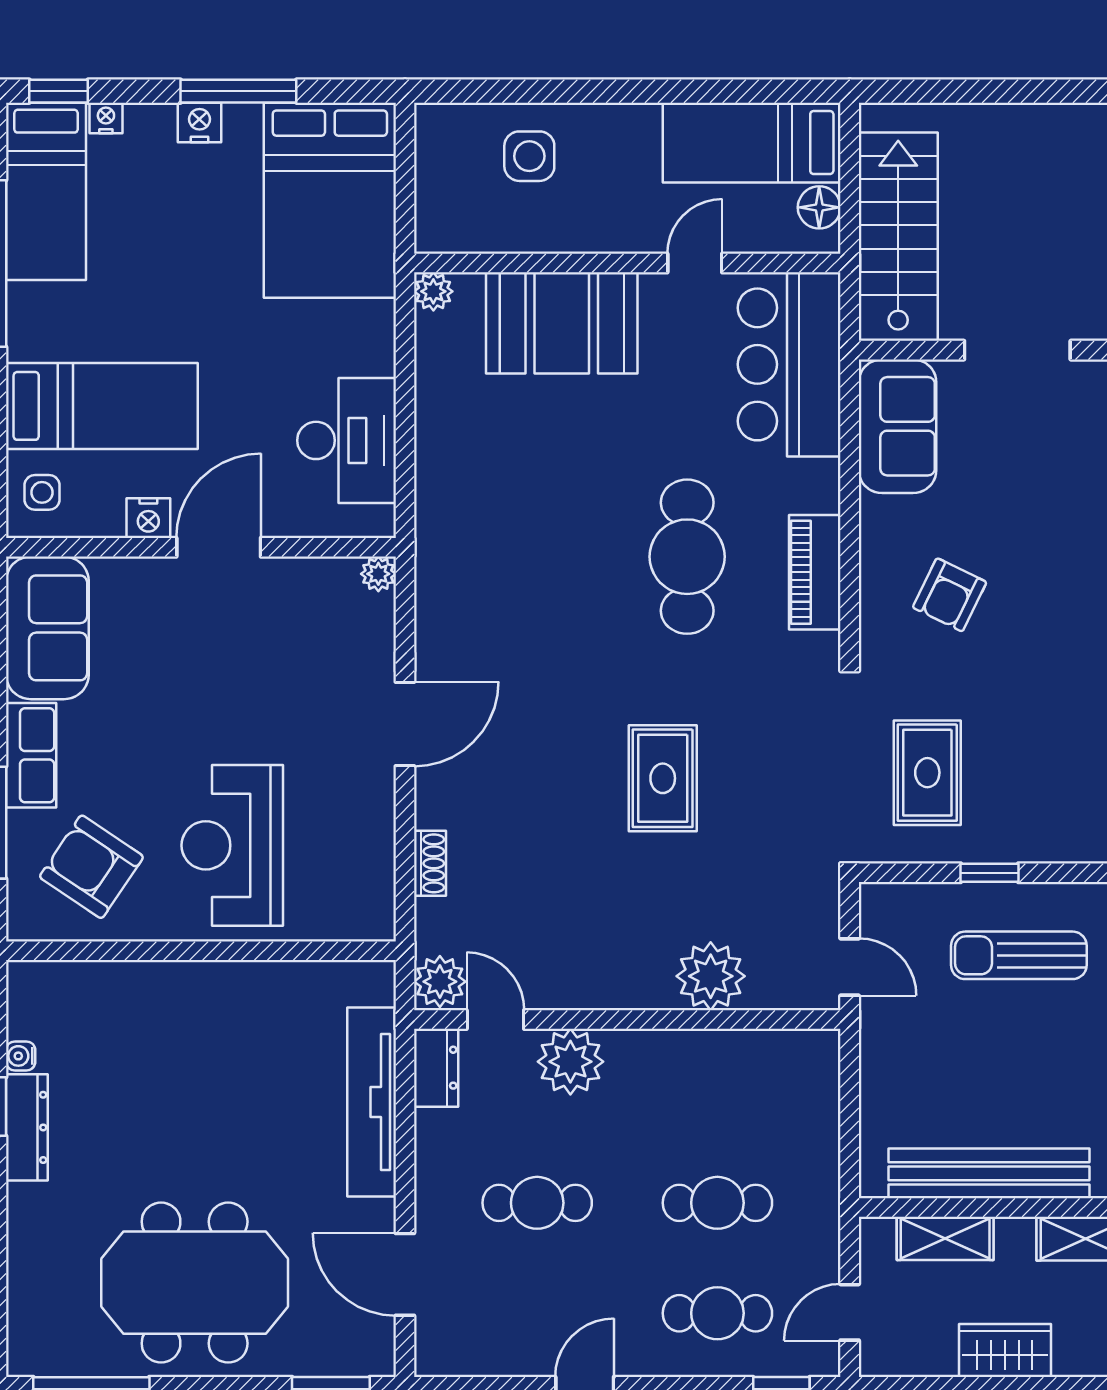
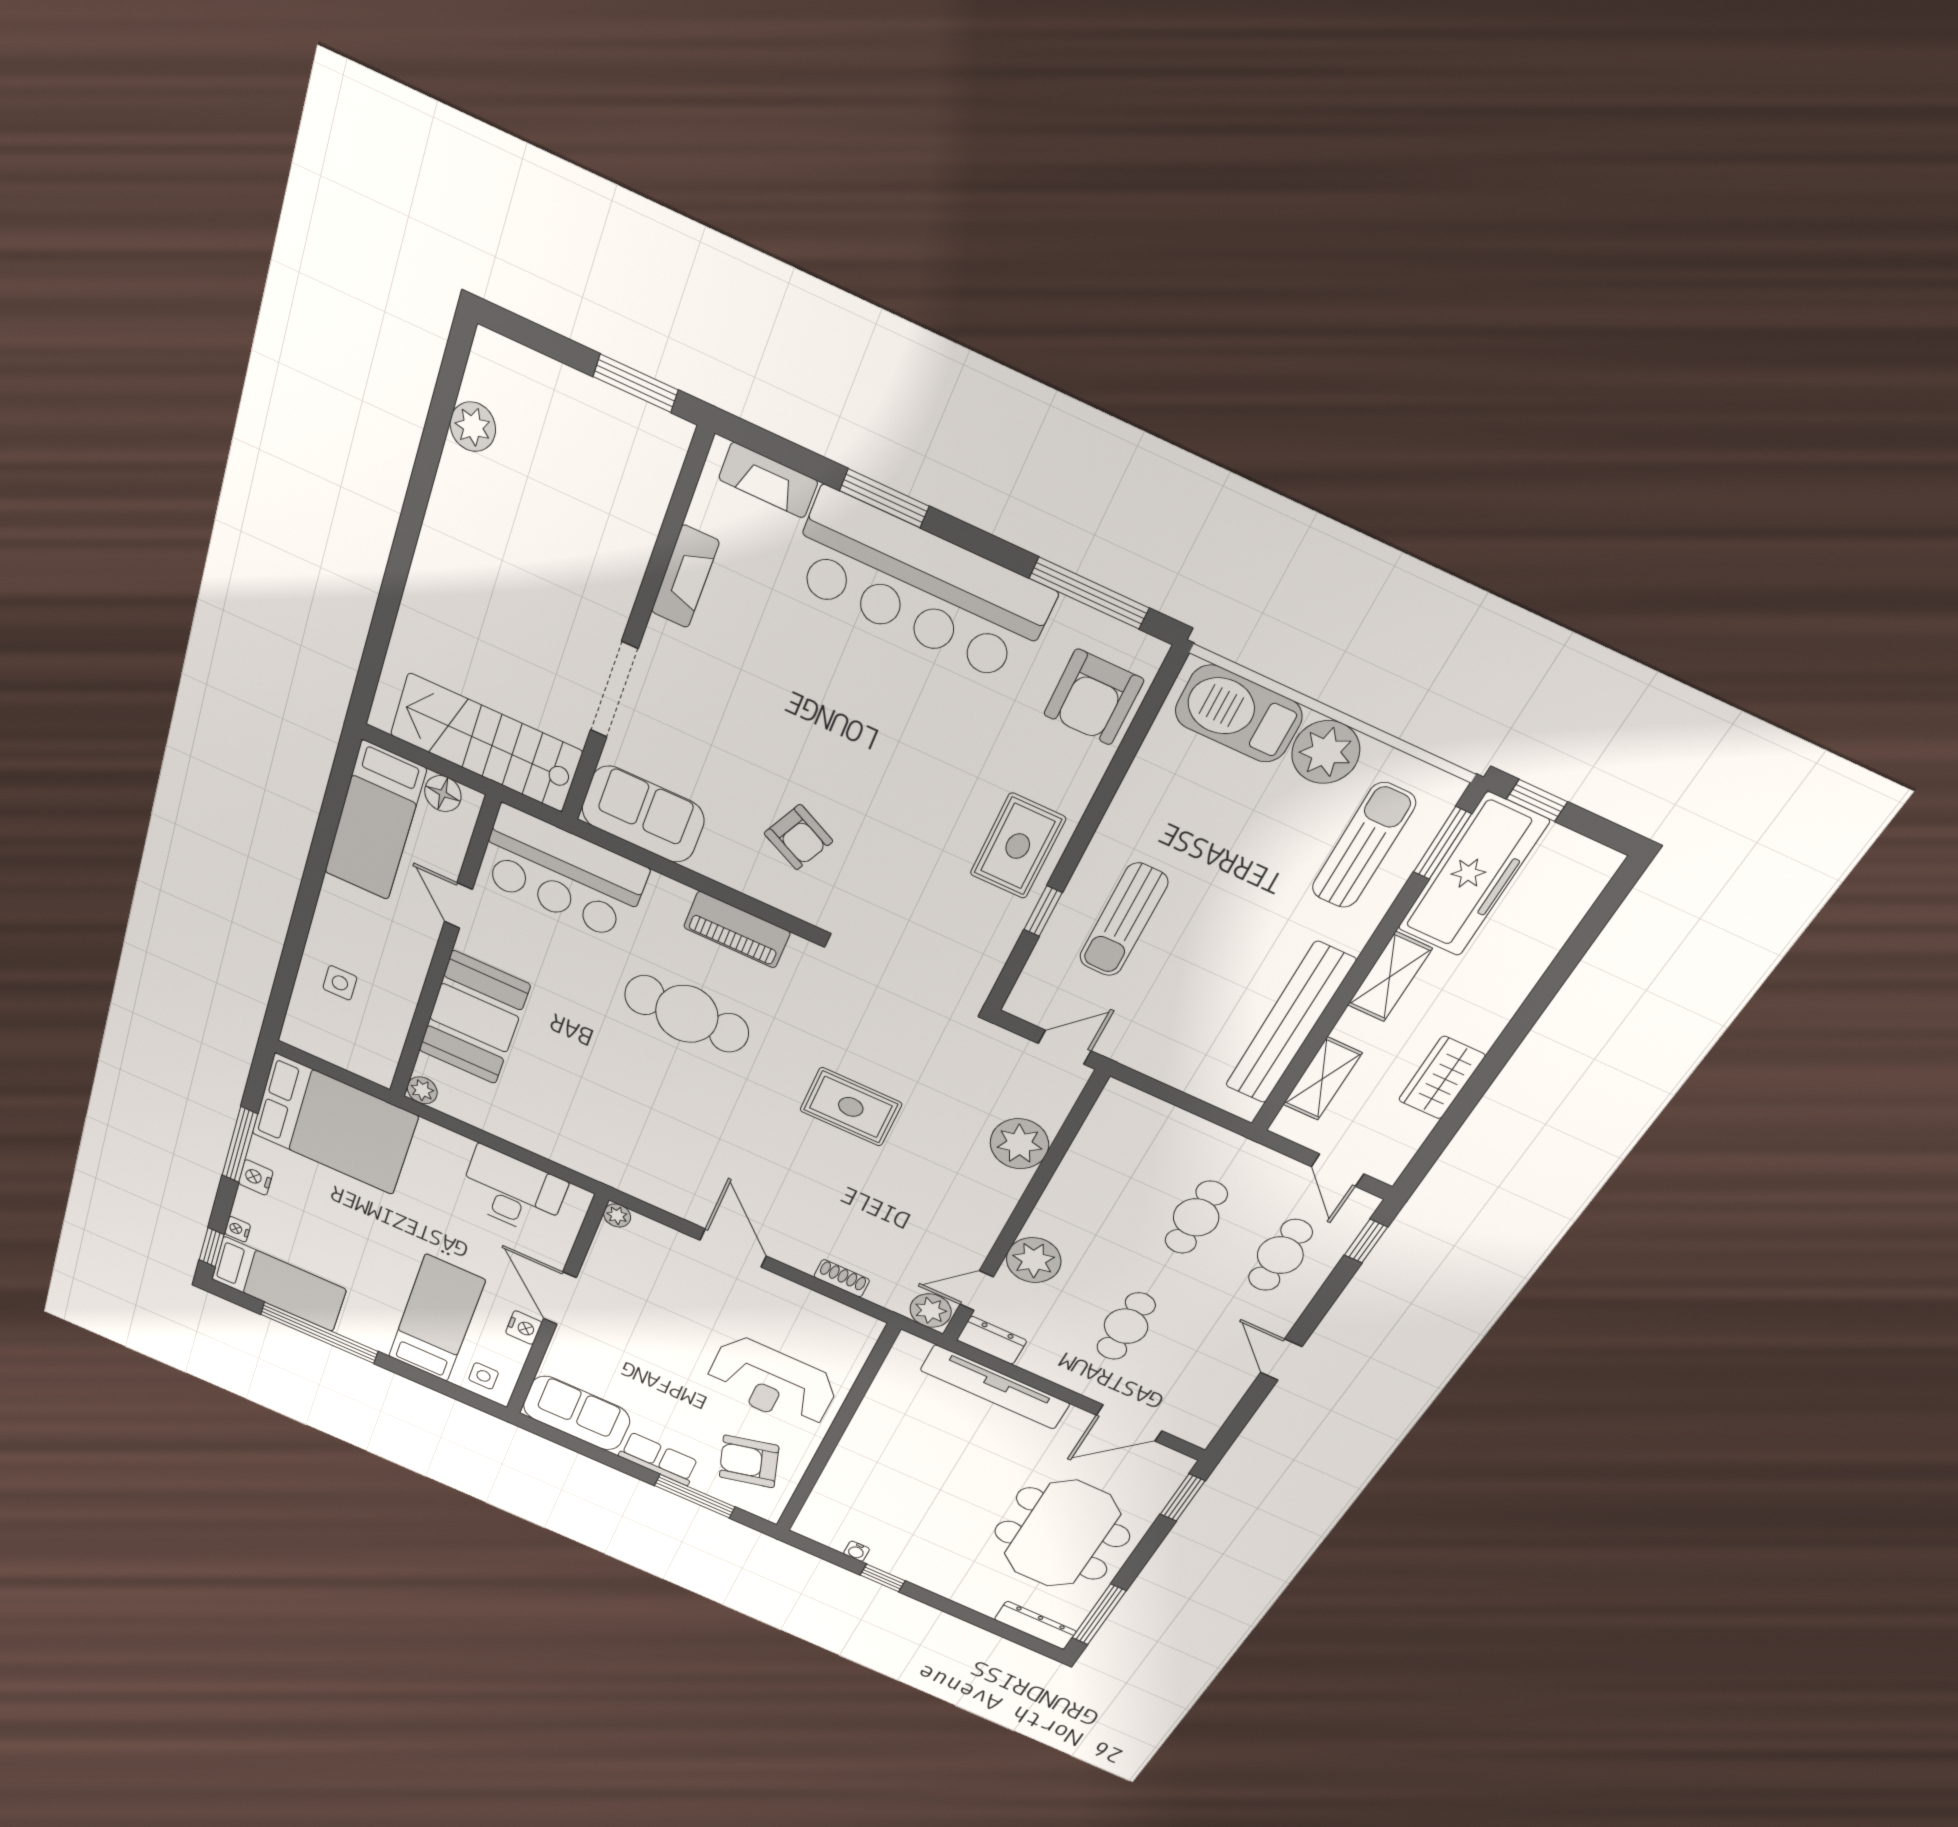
side table: (529, 156) -> (340, 983), width x0.73, depth x0.73
rug: (927, 773) -> (1018, 846), moved, turned 90
armchair: (91, 867) -> (749, 1462), turned 40
dresser: (27, 1127) -> (1035, 1625), moved

